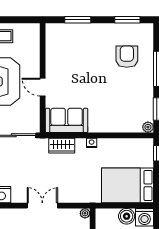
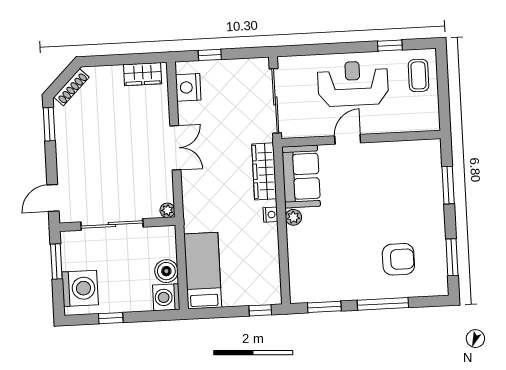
plant: (148, 127) -> (293, 217), moved
wardrobe: (62, 146) -> (264, 171), width x1.50
bed: (128, 185) -> (203, 271), width x0.67

